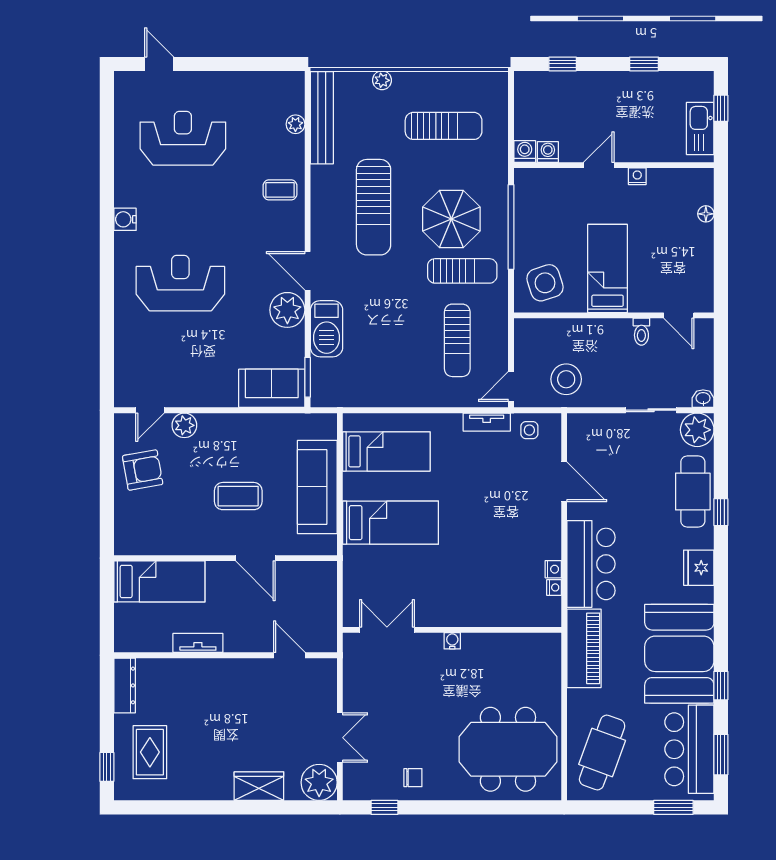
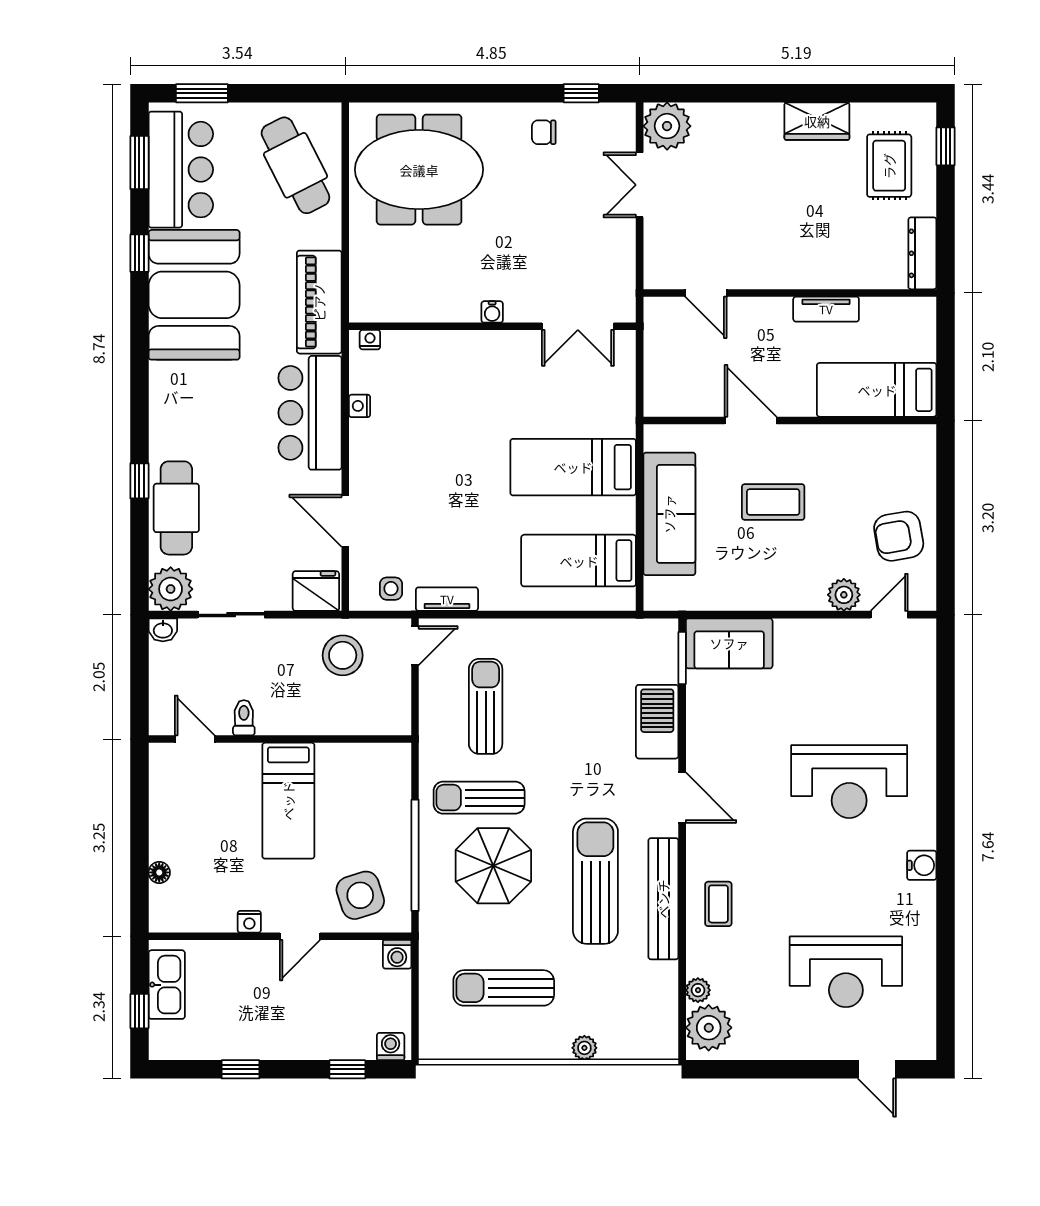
bench: (322, 118) -> (663, 899), moved
washing machine: (548, 152) -> (391, 1046), moved, turned 180
coffee table: (280, 190) -> (718, 904), turned 90
side table: (545, 283) -> (360, 895), moved
plant: (287, 310) -> (709, 1028), moved
fridge: (699, 568) -> (316, 591), moved, turned -90
nightstand: (554, 587) -> (370, 340), moved, turned 90
cafe table: (602, 752) -> (295, 165), turned -47
wardrobe: (259, 786) -> (817, 121), moved

